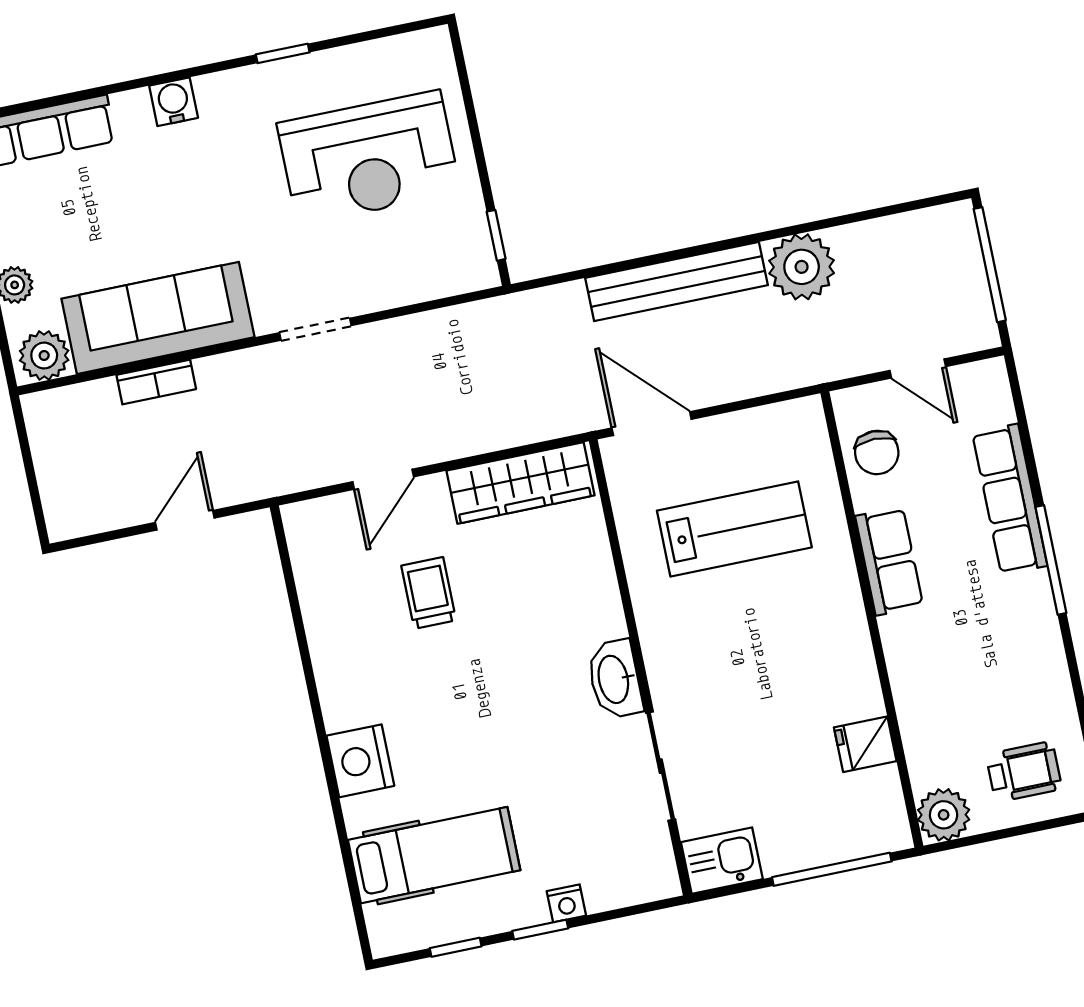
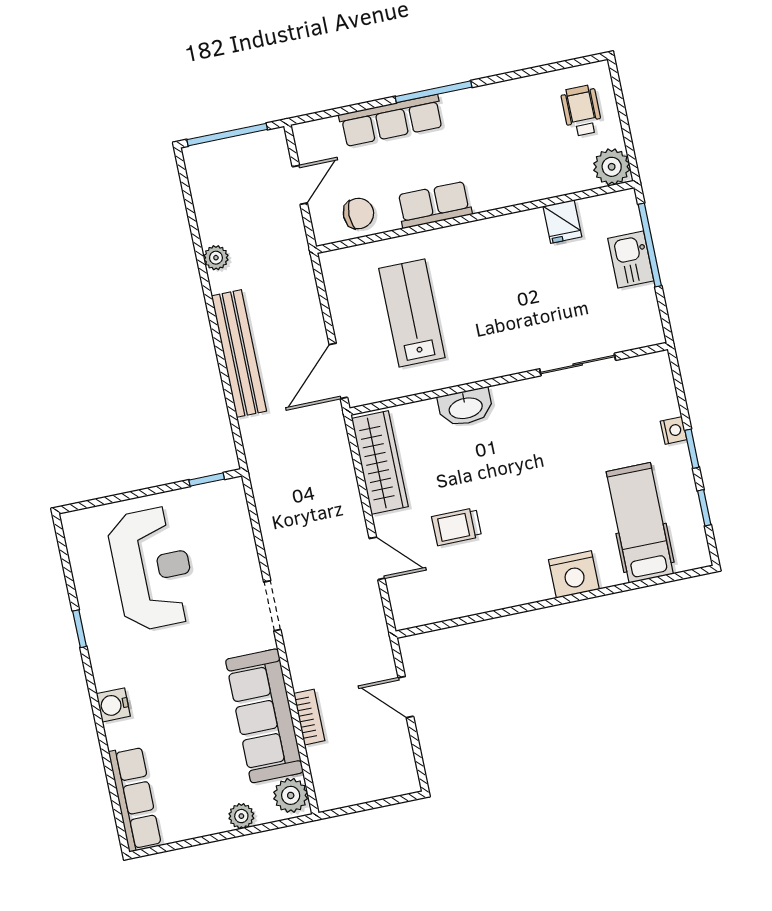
plant: (802, 267) -> (216, 258), width x0.53, depth x0.53
washbasin: (615, 679) -> (465, 407), moved
kitchen sink: (722, 861) -> (631, 260), moved

